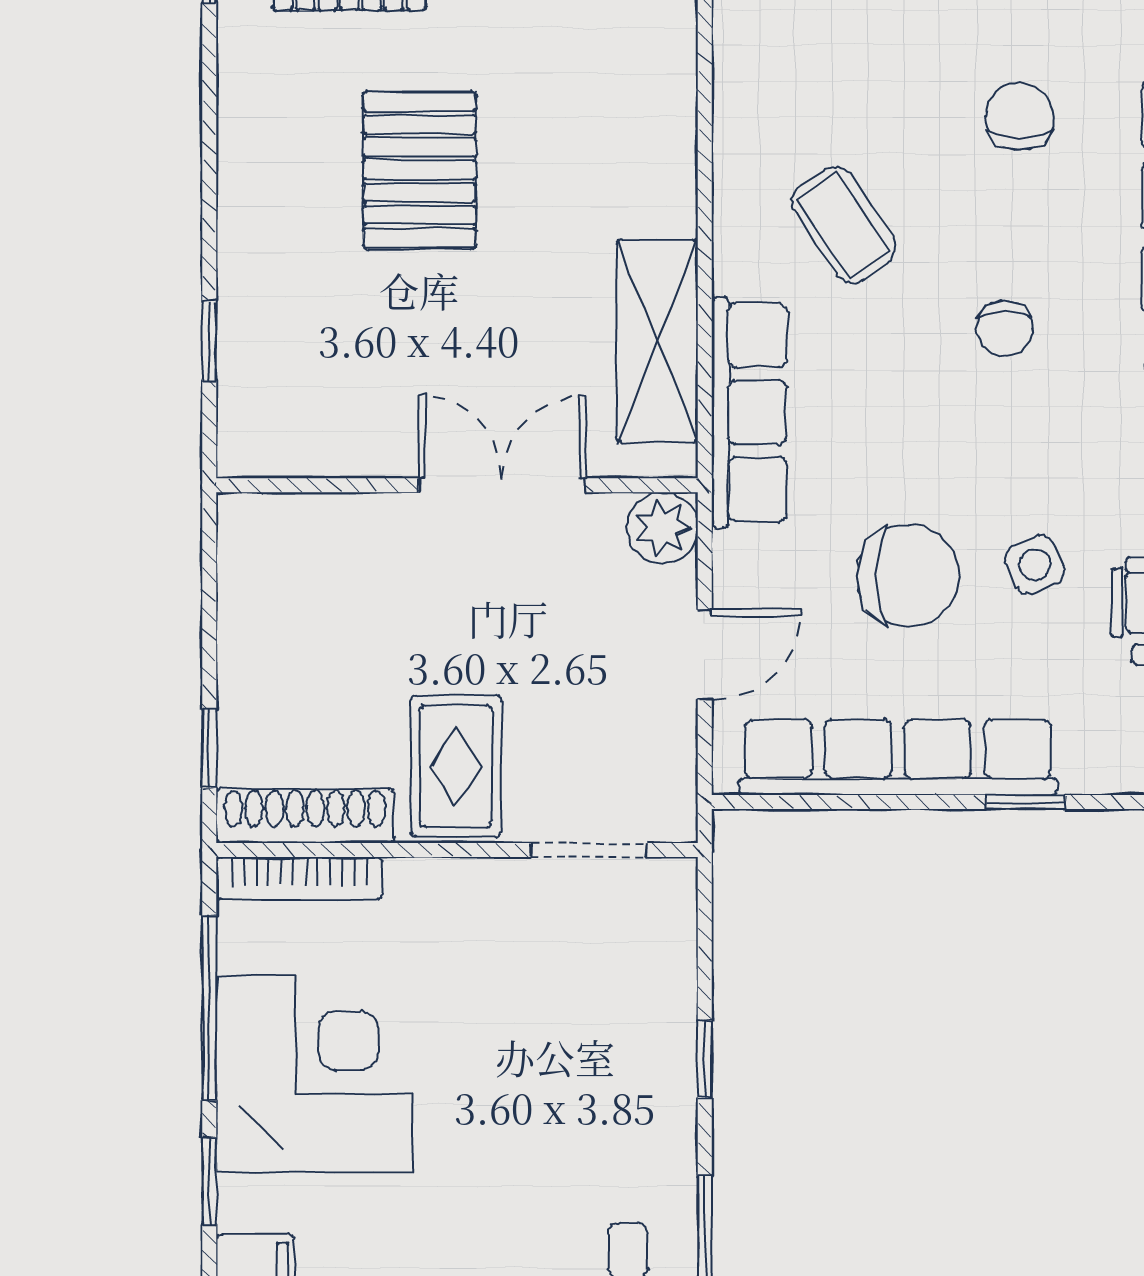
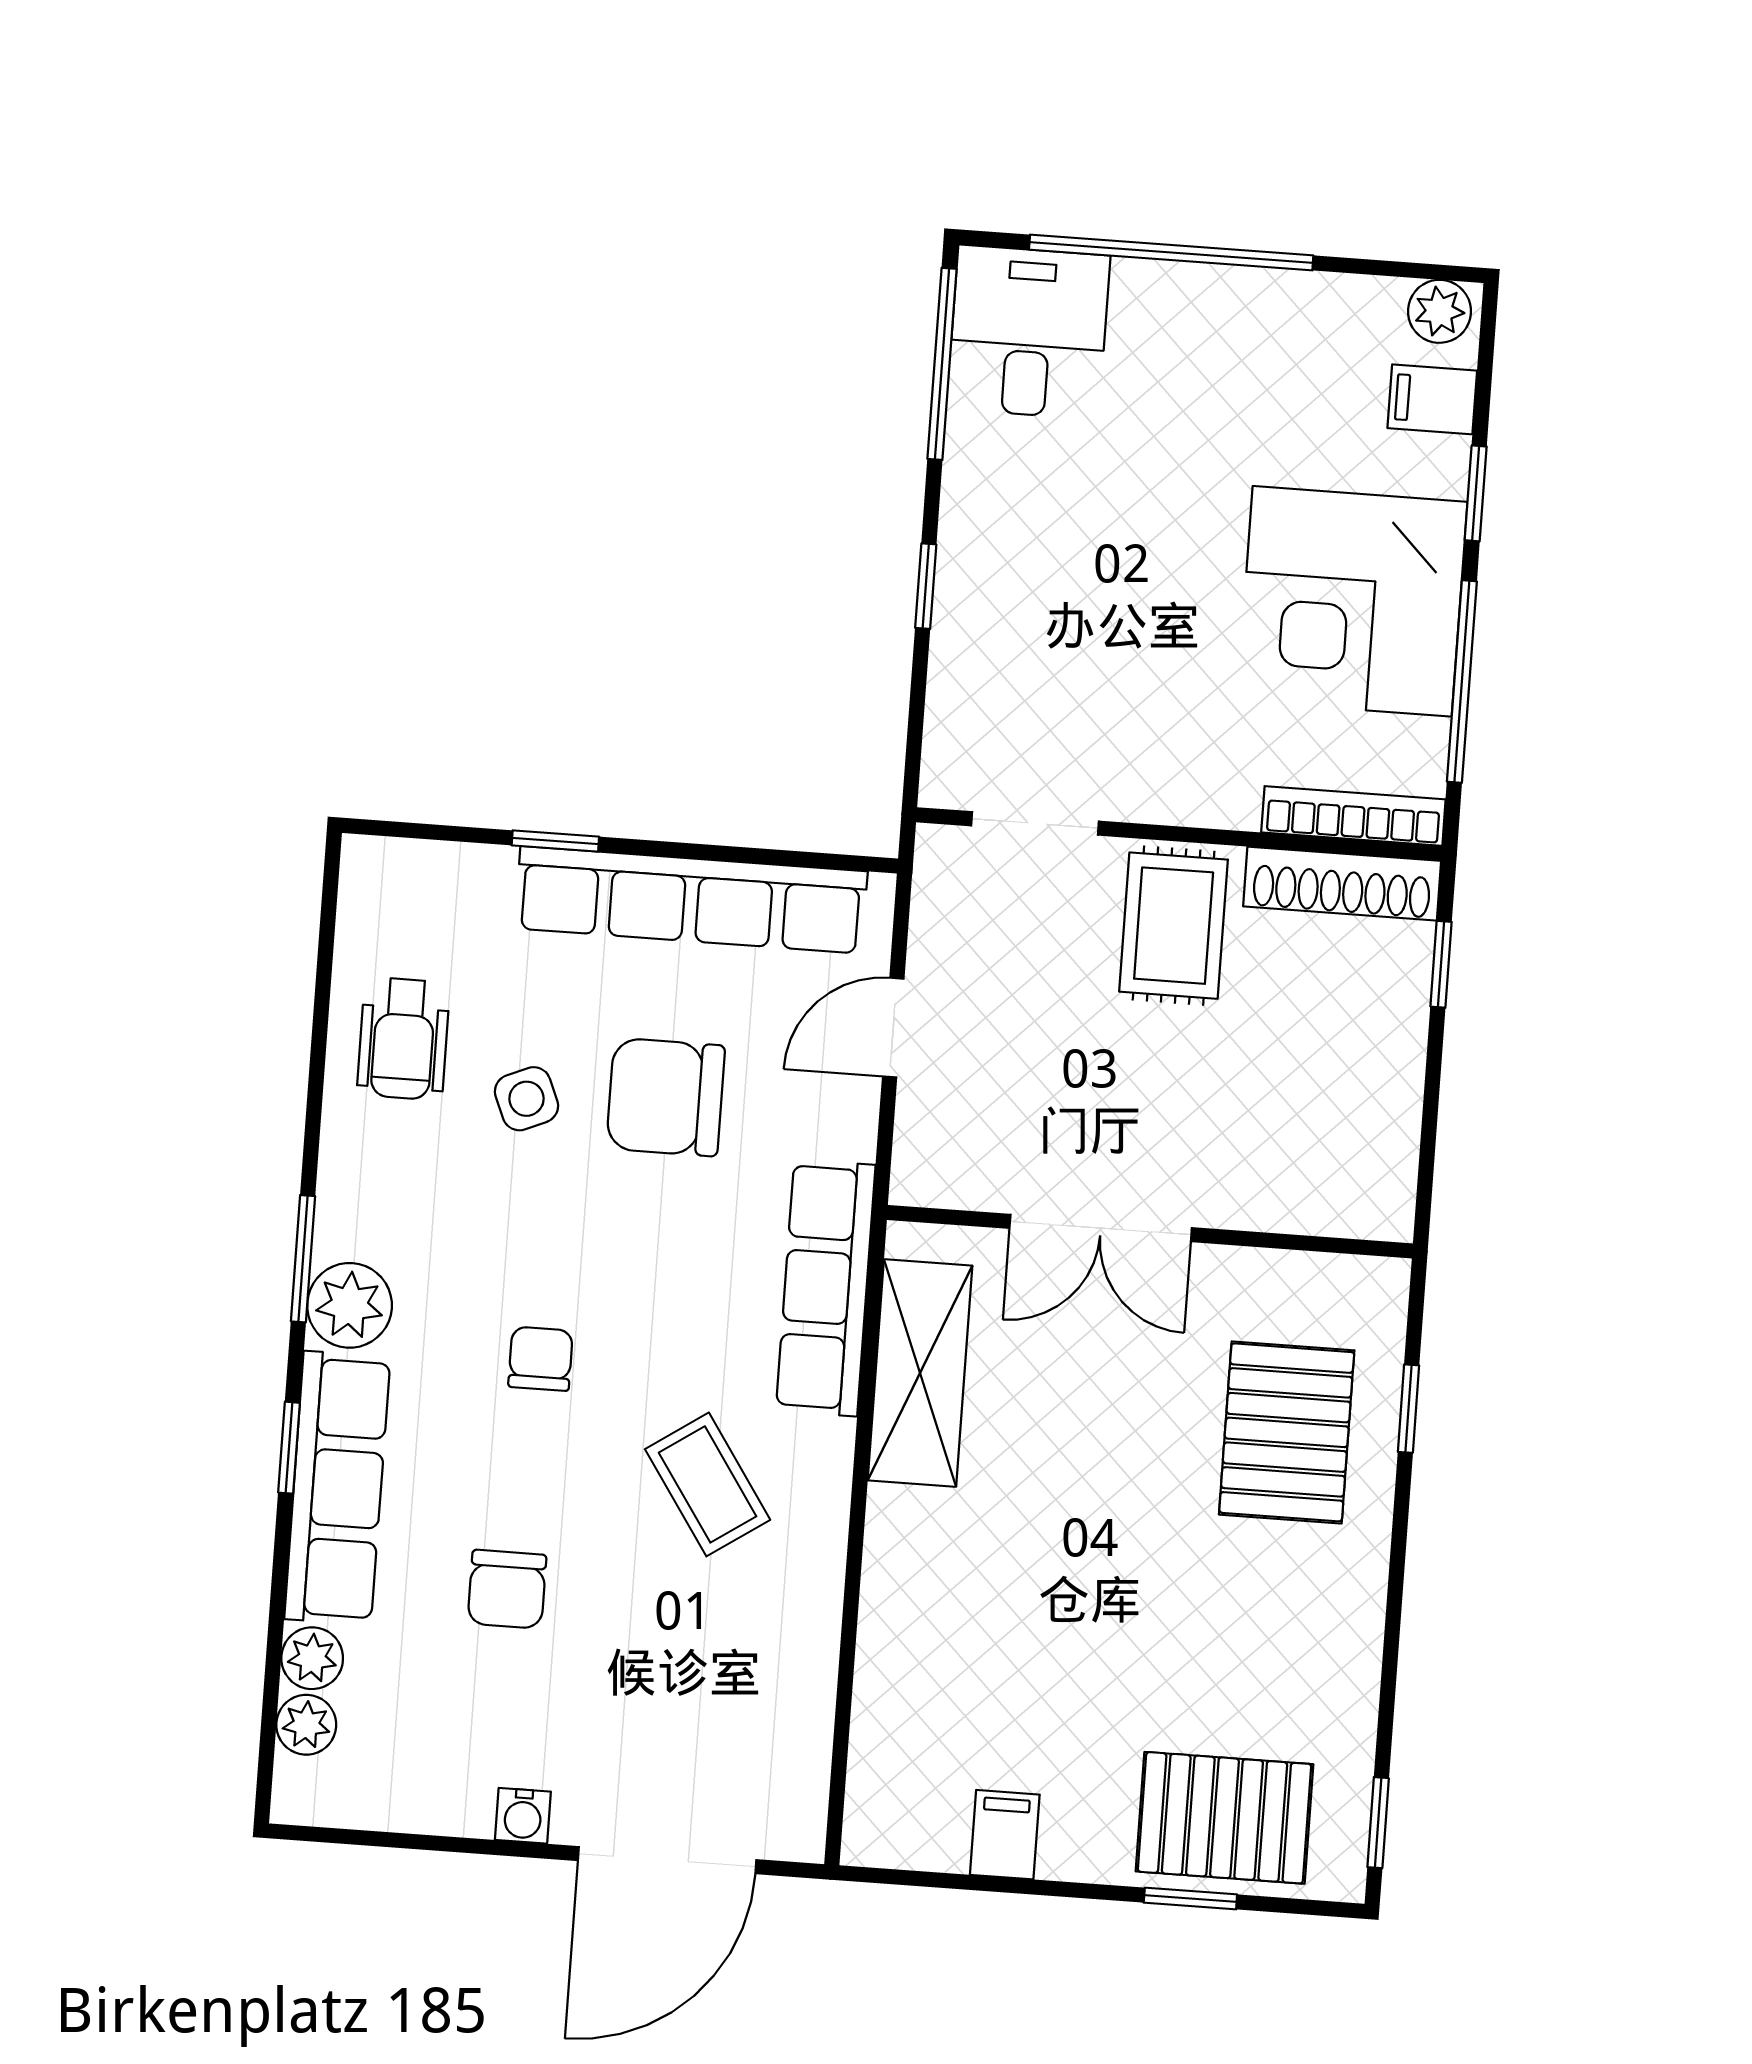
pallet: (420, 170) -> (1287, 1432), moved
plant: (662, 528) -> (930, 1169), removed

